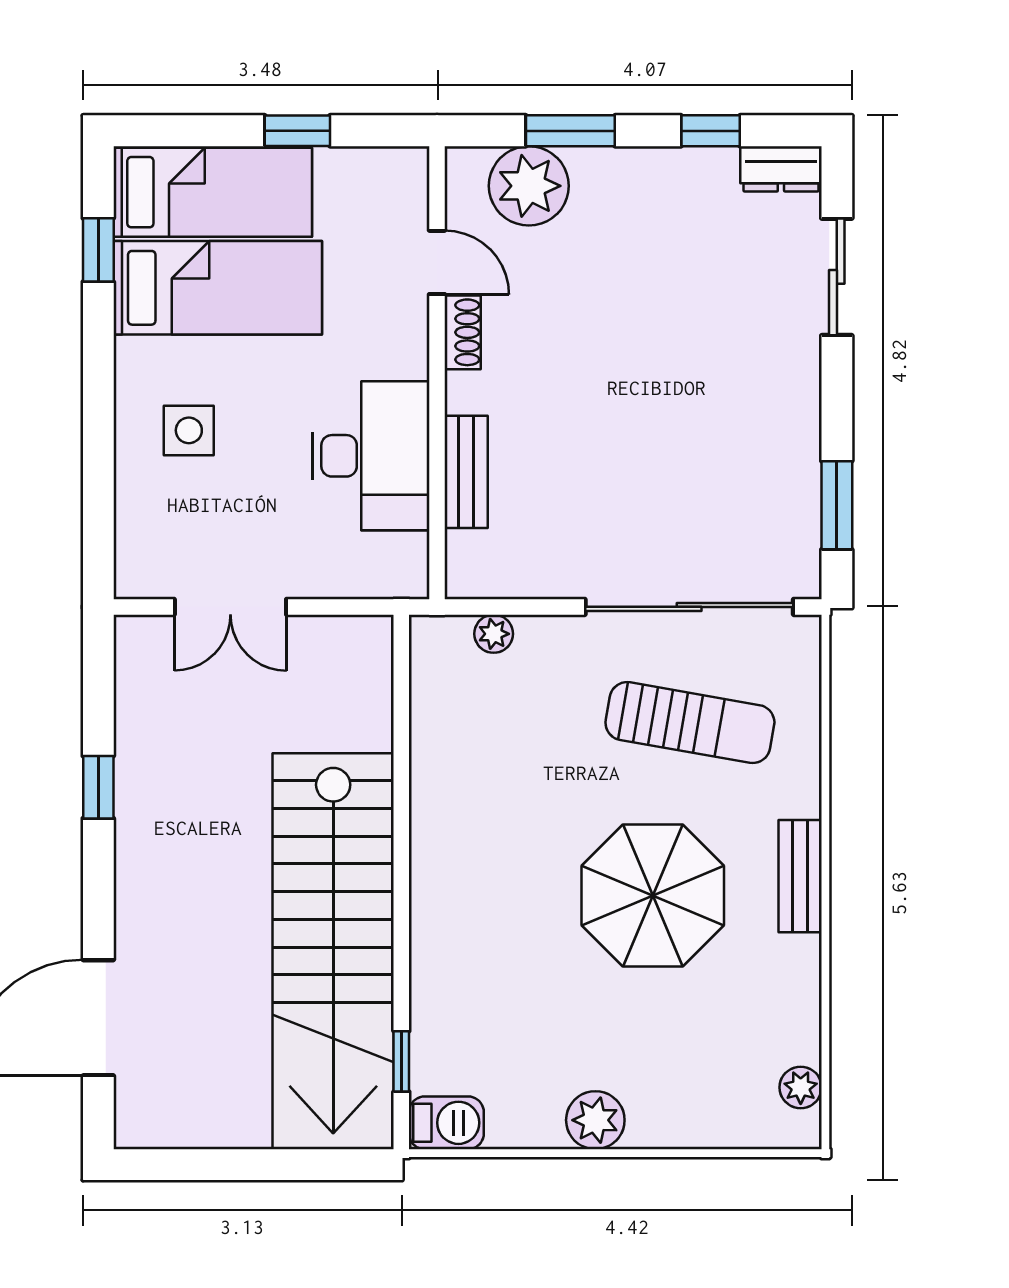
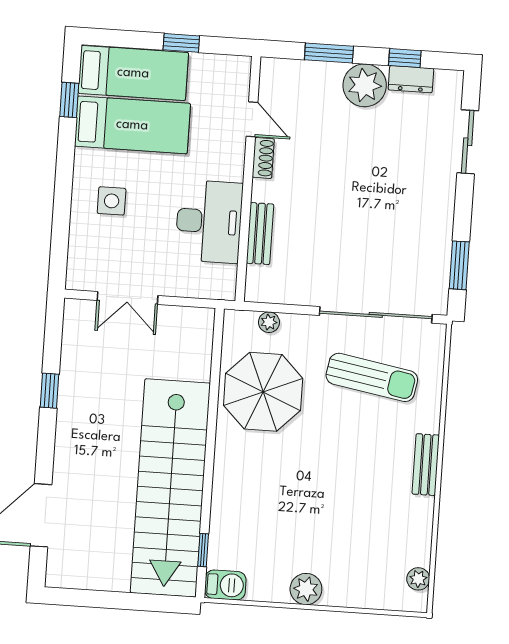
dresser: (781, 169) -> (411, 79), moved
plant: (529, 186) -> (365, 85), moved
parasol: (653, 895) -> (263, 392), moved

